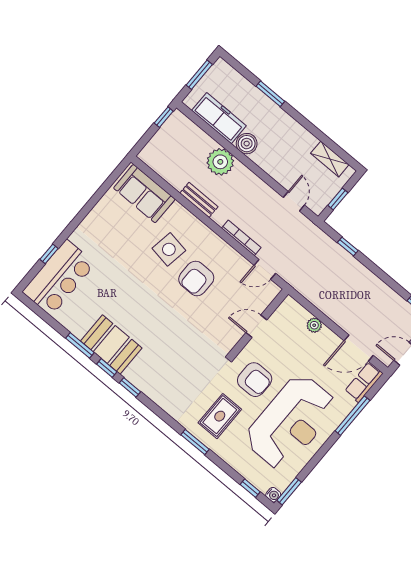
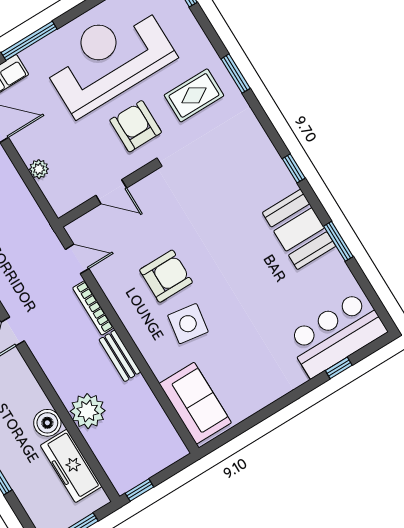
bench: (199, 200) -> (120, 356), moved
window: (107, 368) -> (314, 202), removed

